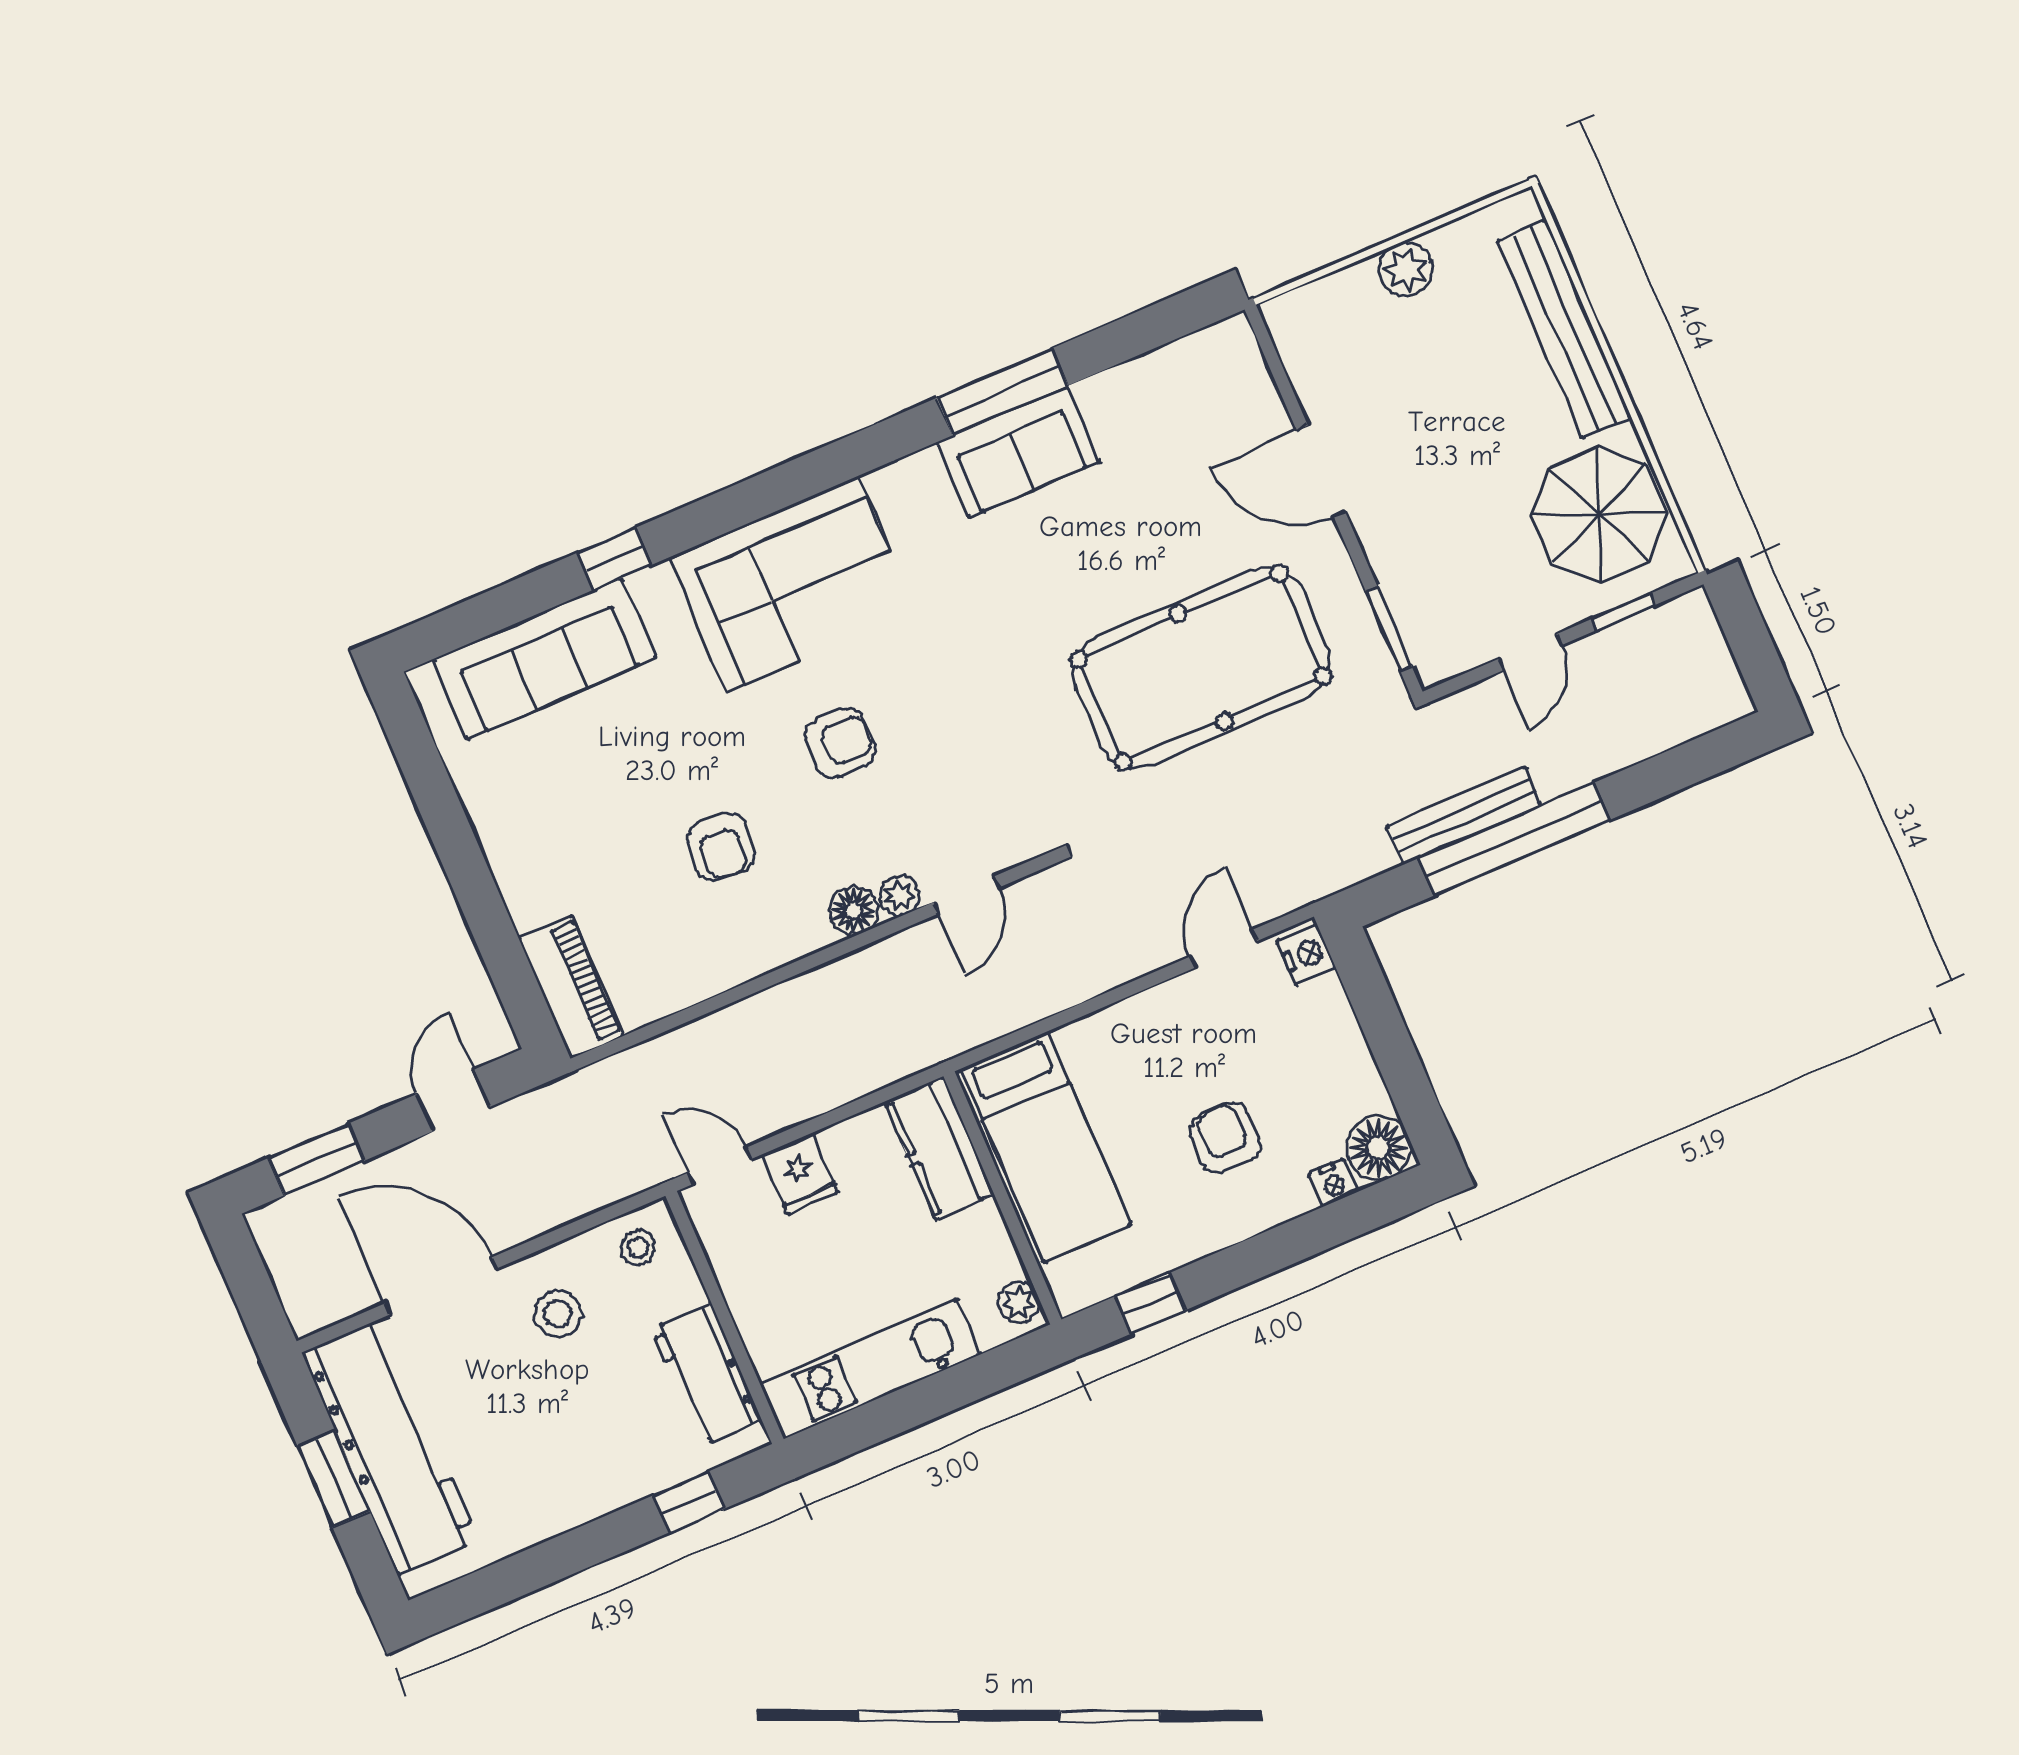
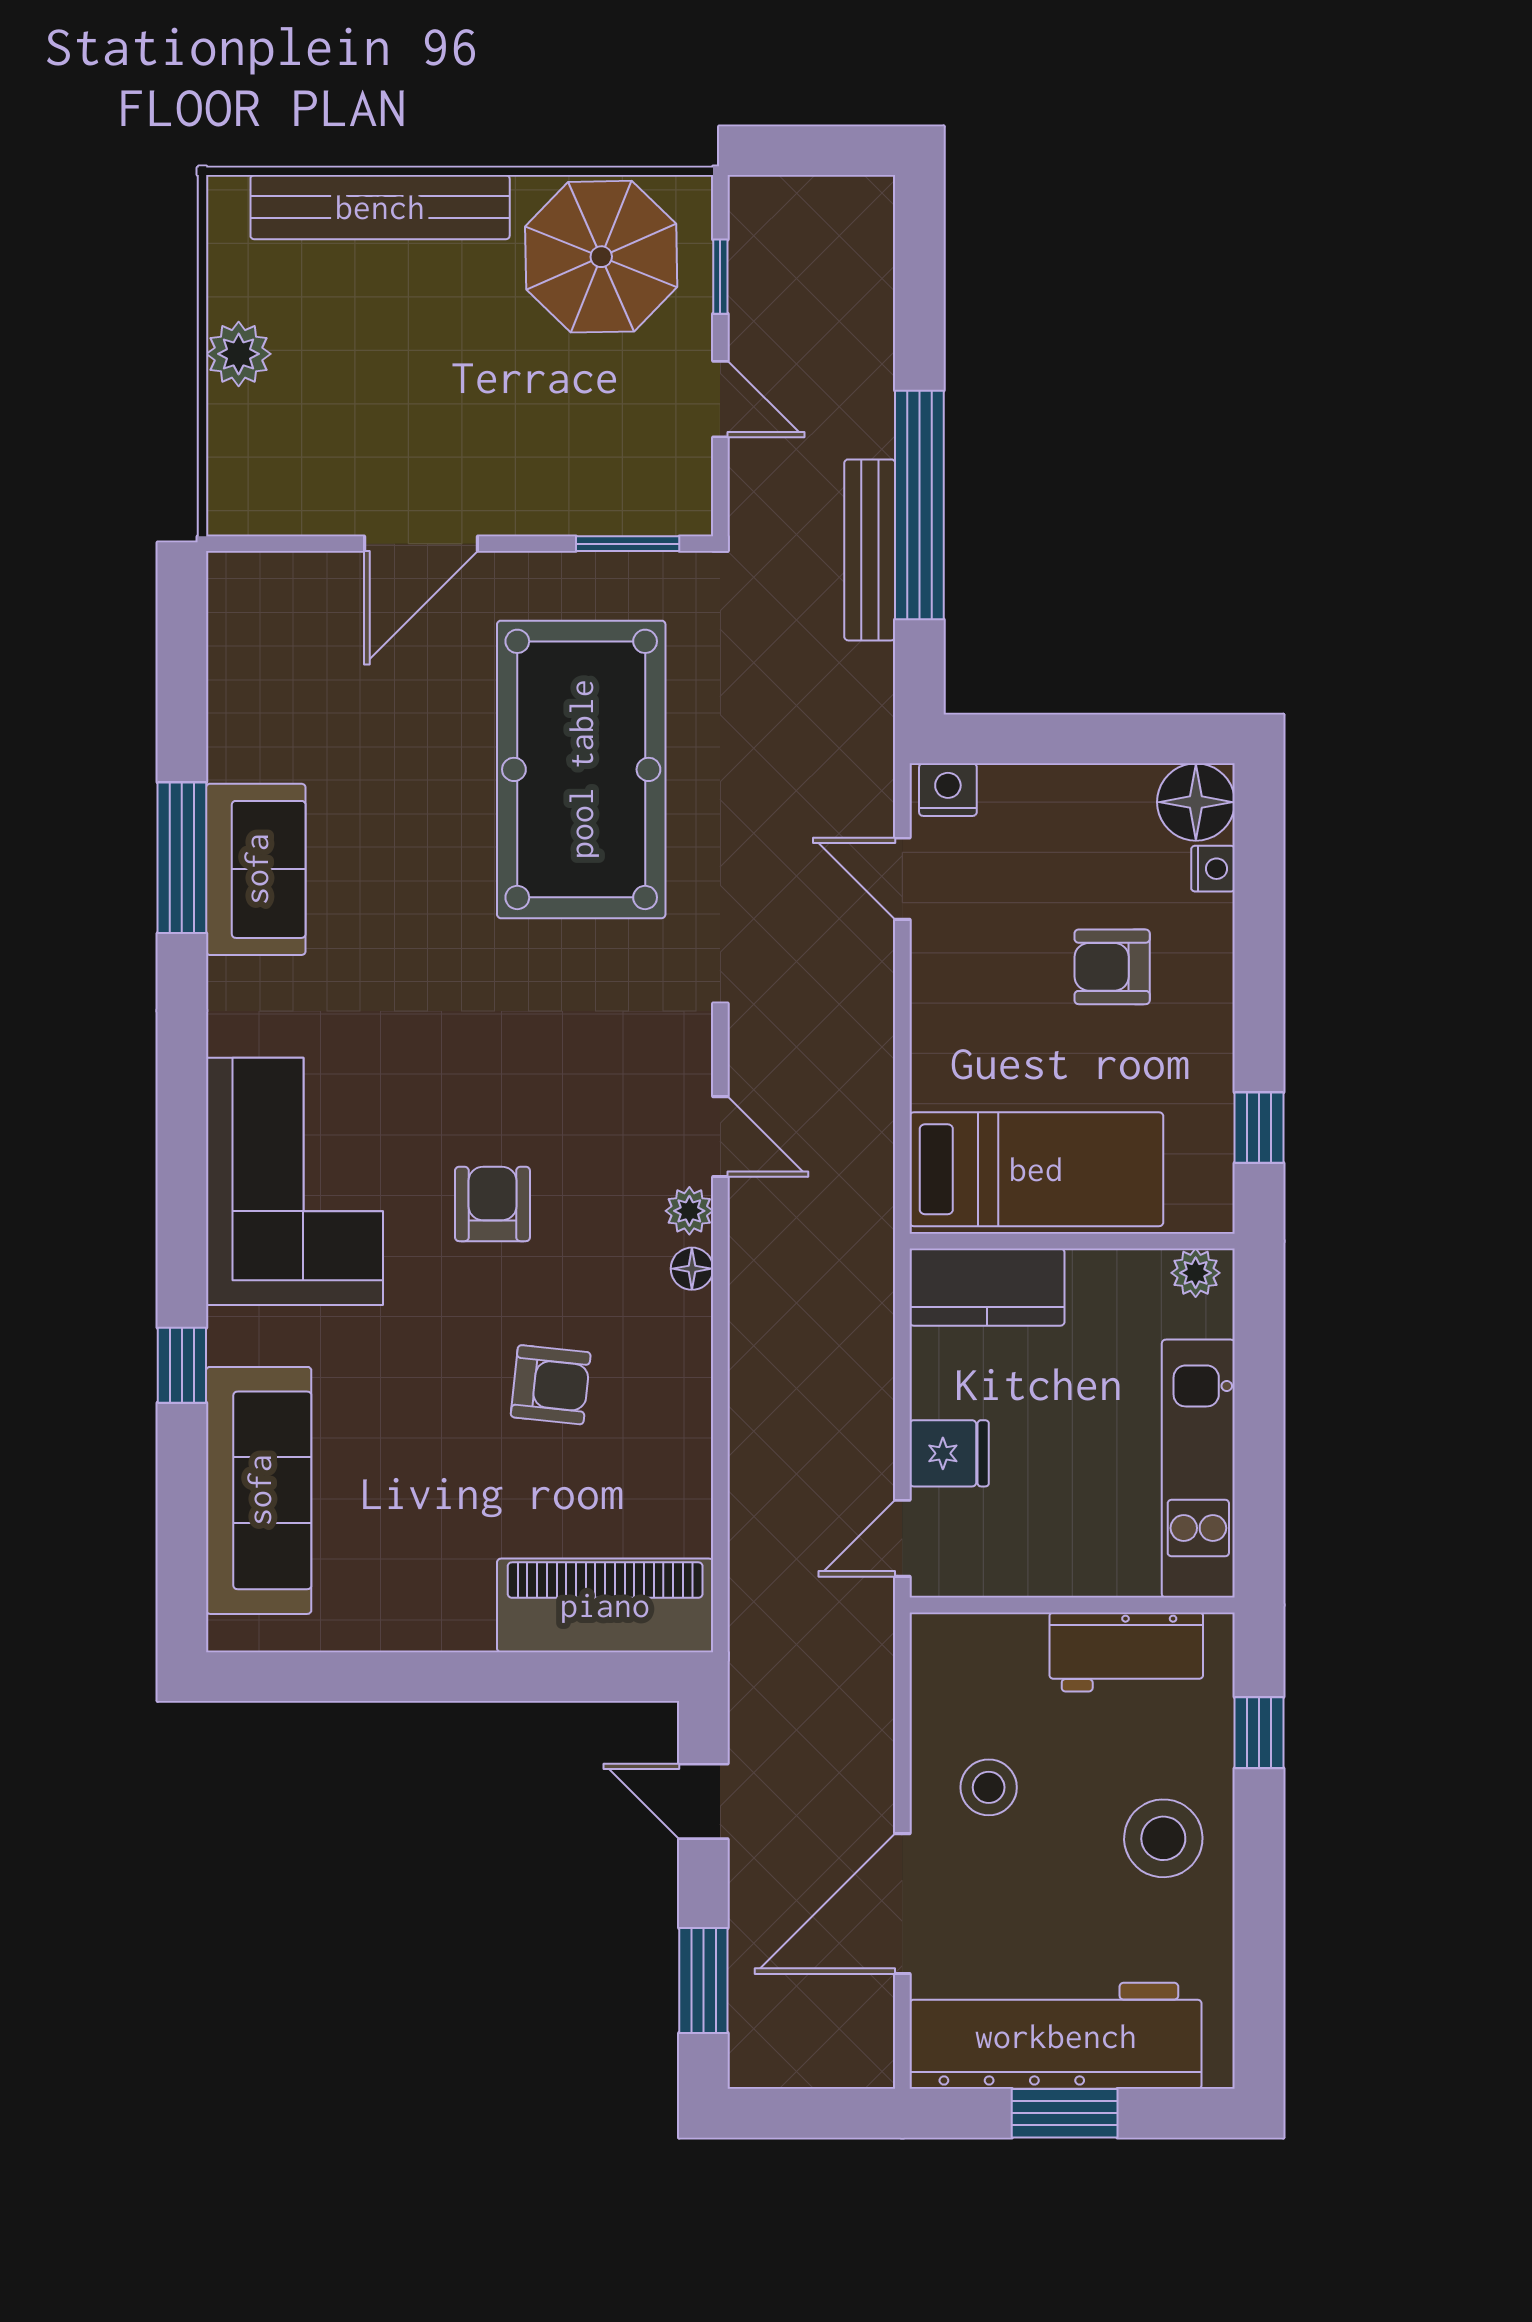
floor lamp: (854, 910) -> (692, 1269), width x0.73, depth x0.73
piano: (571, 987) -> (605, 1605), width x1.37, depth x1.33
stool: (638, 1248) -> (1163, 1838), moved, width x1.89, depth x1.89

